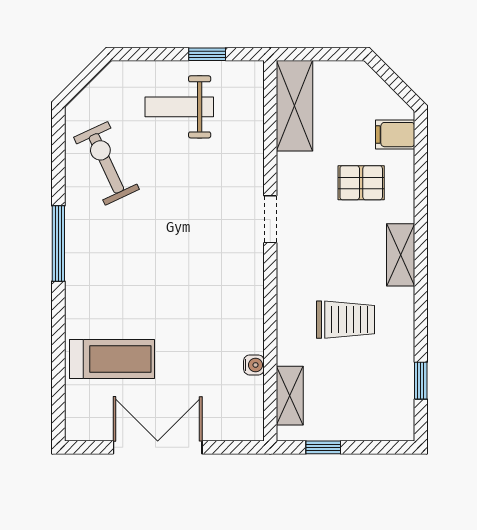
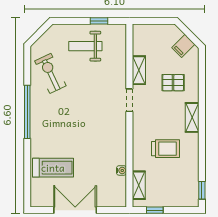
shelving: (295, 106) -> (139, 70), moved, width x0.67, depth x0.75
filing cabinet: (395, 135) -> (183, 46), moved, turned -45
window: (58, 243) -> (27, 112), width x1.46
window: (421, 381) -> (202, 190), moved

